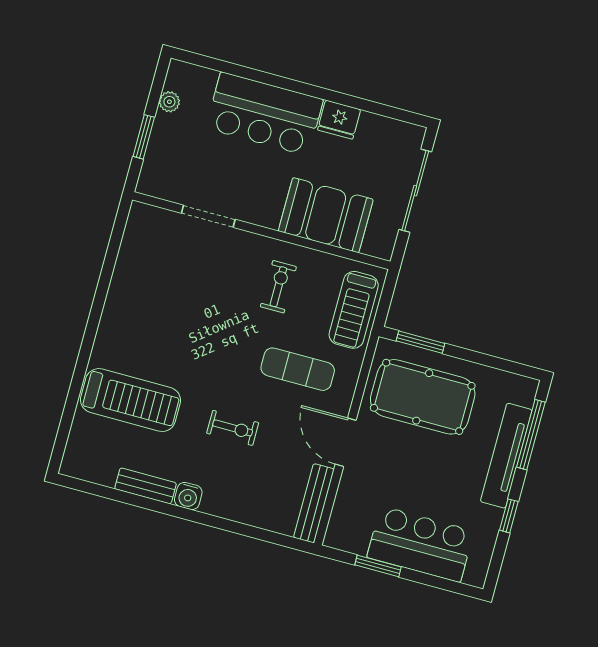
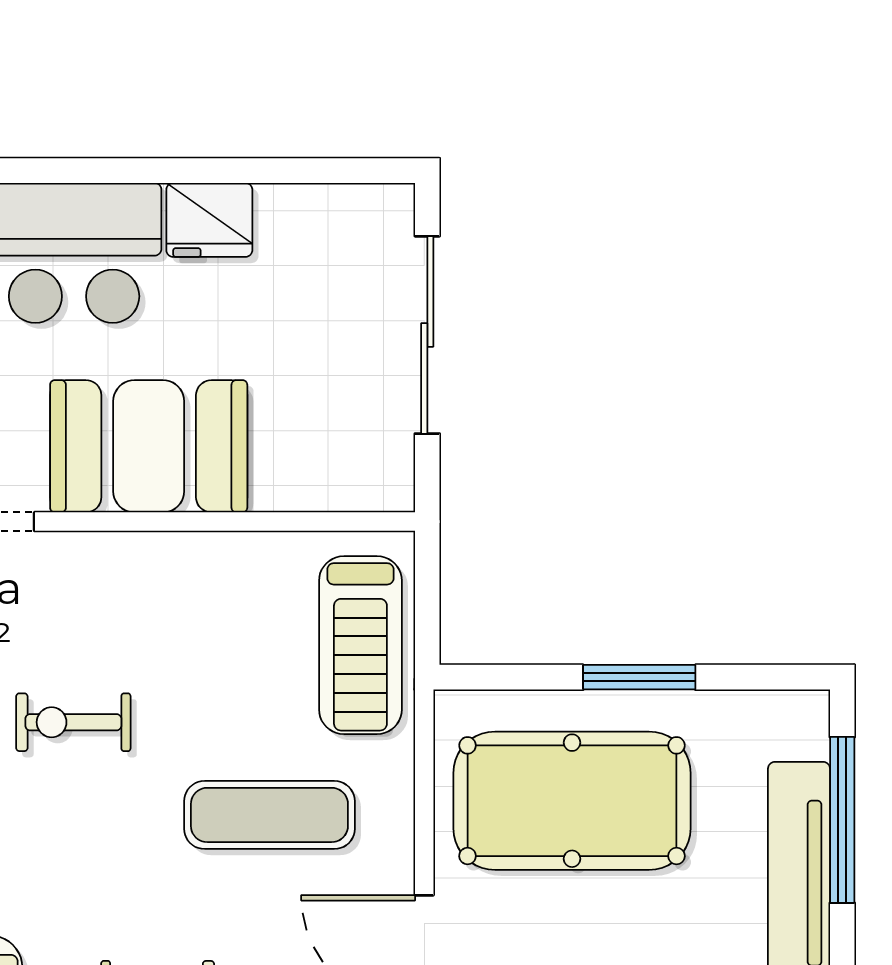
booth: (326, 215) -> (149, 446), moved
exercise bike: (278, 287) -> (73, 722), moved, turned -90
window: (420, 342) -> (639, 677), moved

